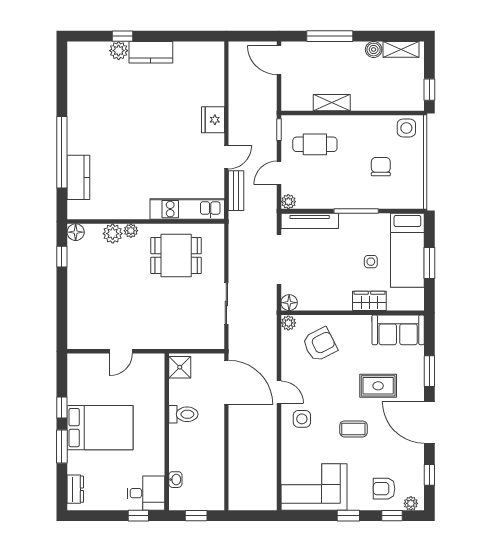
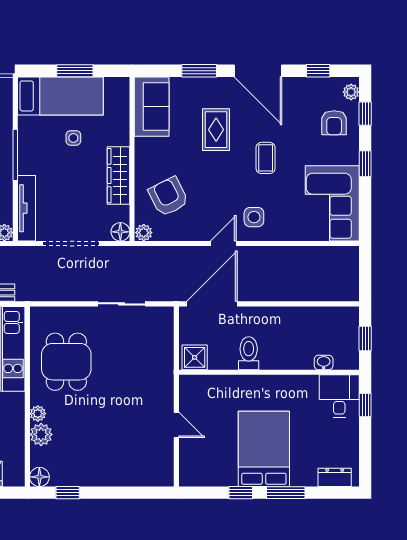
wardrobe: (369, 301) -> (118, 176), moved, width x1.50
door: (429, 422) -> (258, 71), hinge flipped

